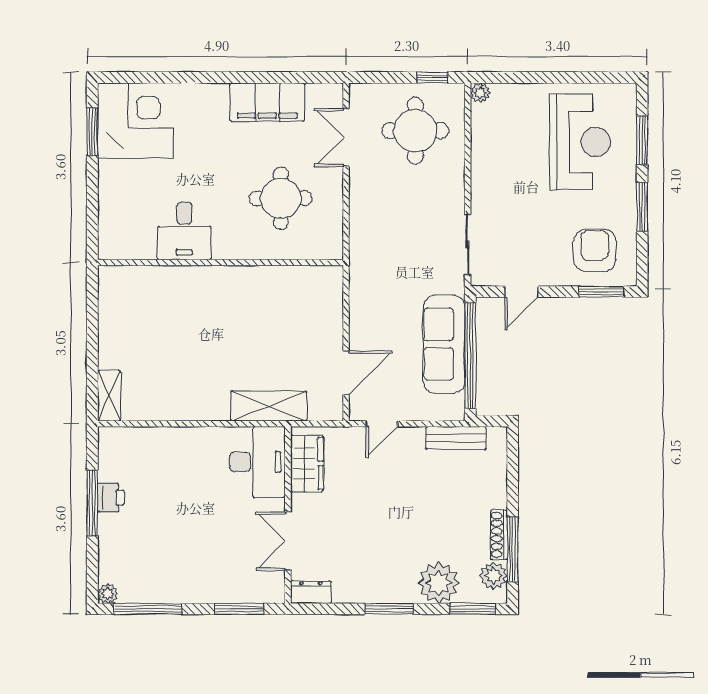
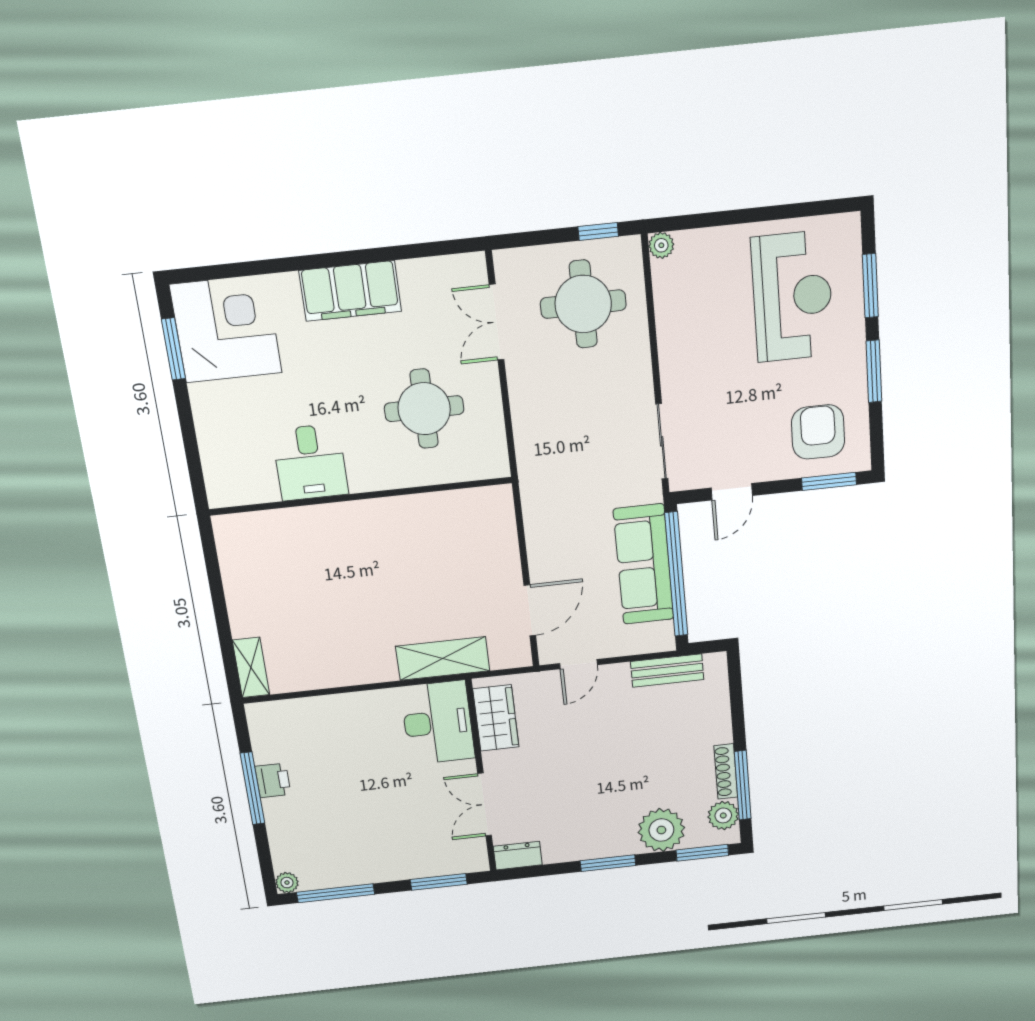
filing cabinet: (267, 102) -> (350, 291), moved

